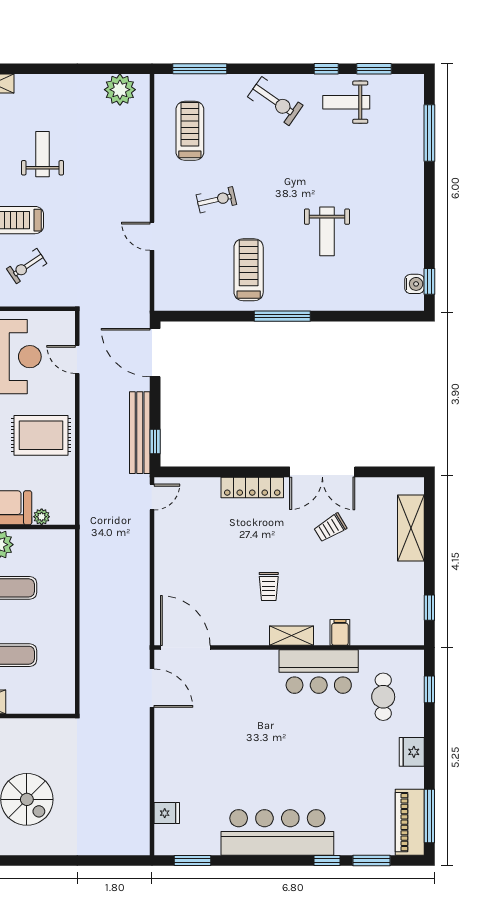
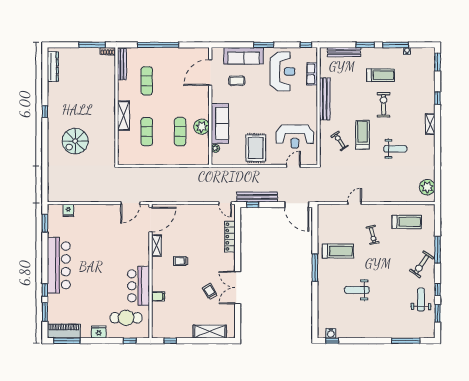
window: (200, 69) -> (438, 250), moved
door: (155, 353) -> (297, 205), swing flipped
locker: (252, 487) -> (230, 237), moved
shelving: (292, 636) -> (156, 246), moved
cafe table: (383, 697) -> (126, 318), width x1.37, depth x1.35

